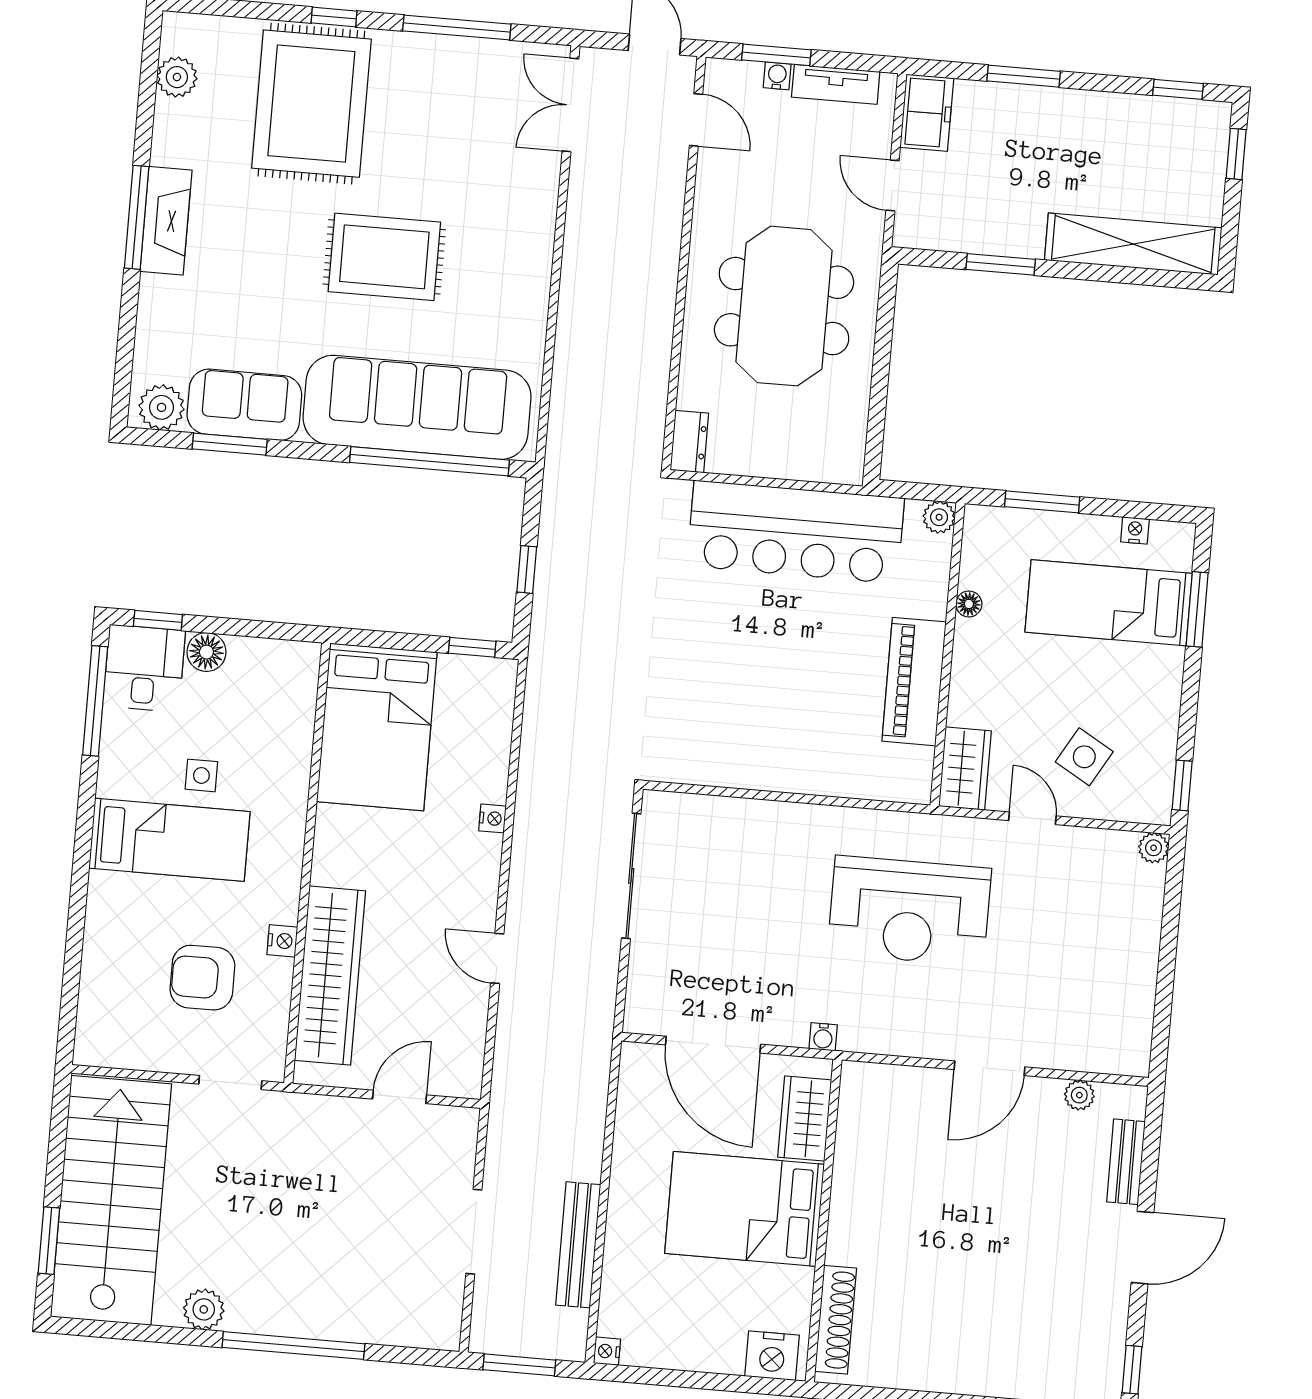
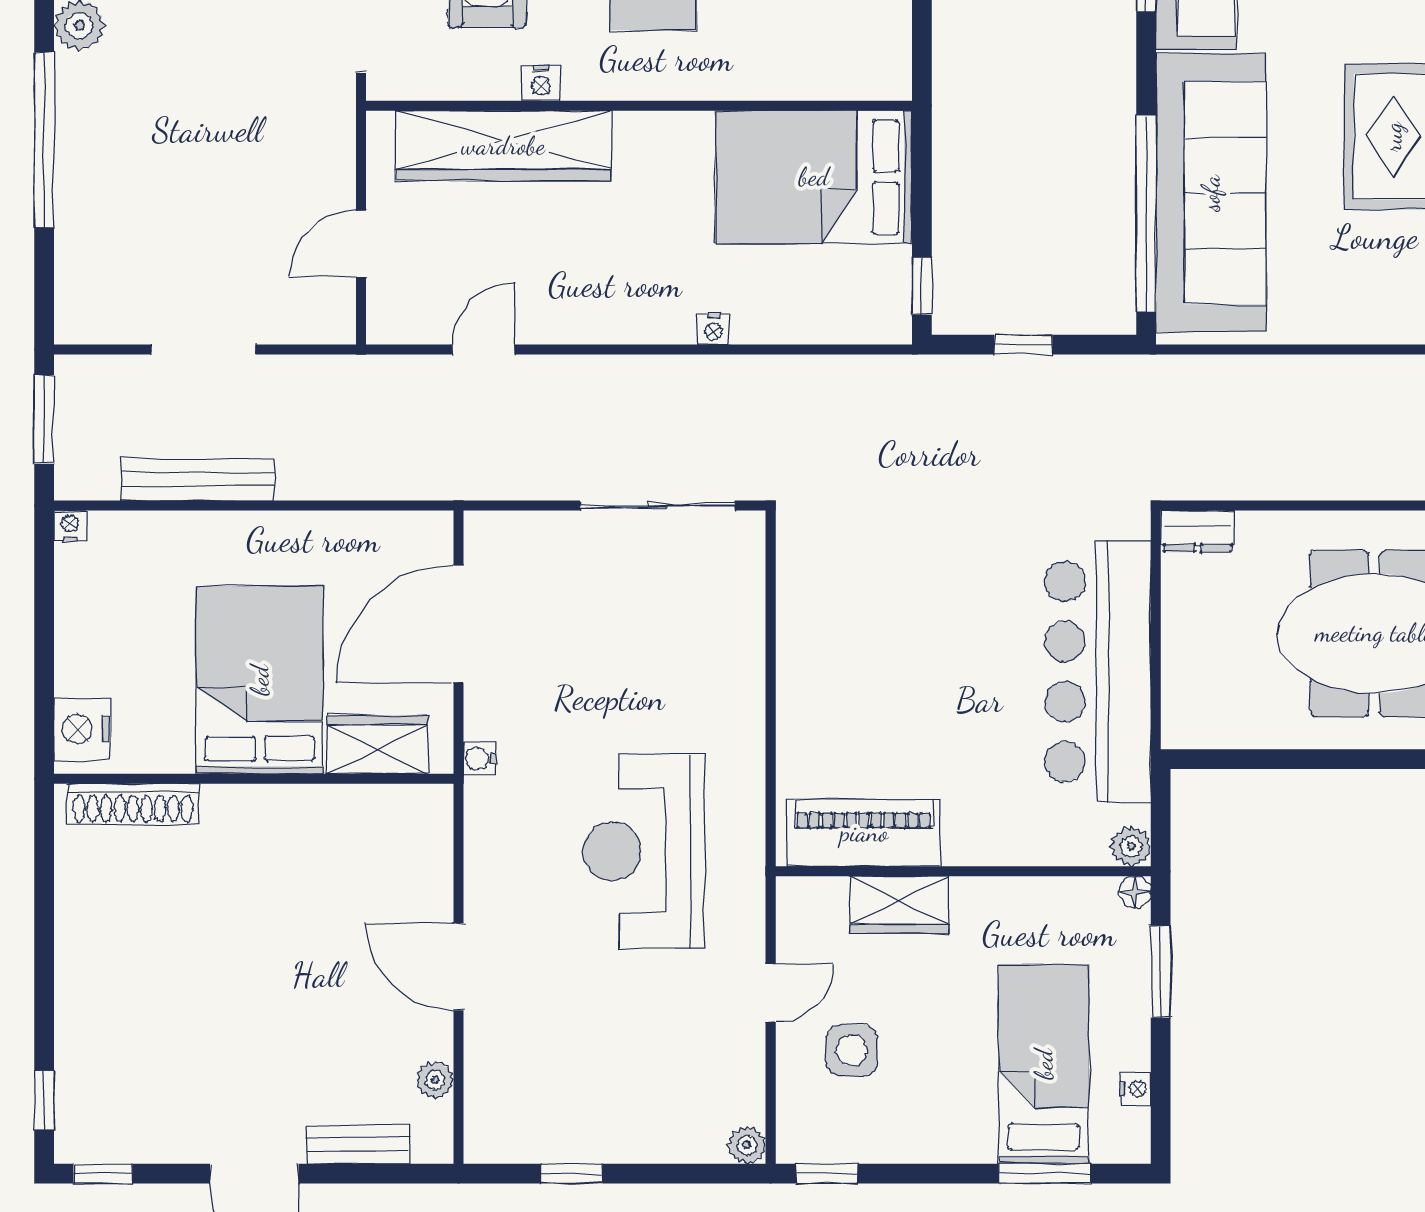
floor lamp: (969, 604) -> (1135, 892), moved
piano: (914, 682) -> (864, 833), moved
side table: (1084, 757) -> (852, 1050), turned -30
wardrobe: (965, 768) -> (899, 905), moved
door: (497, 958) -> (484, 350), moved
window: (1164, 991) -> (572, 1174), added
door: (400, 1097) -> (361, 244), swing flipped

